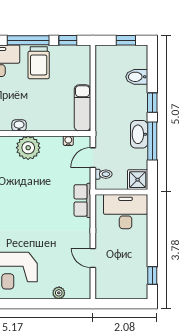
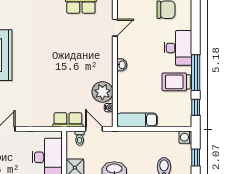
washing machine: (102, 52) -> (185, 137), added
plant: (28, 148) -> (102, 92), moved
row of seats: (82, 200) -> (68, 120), moved

